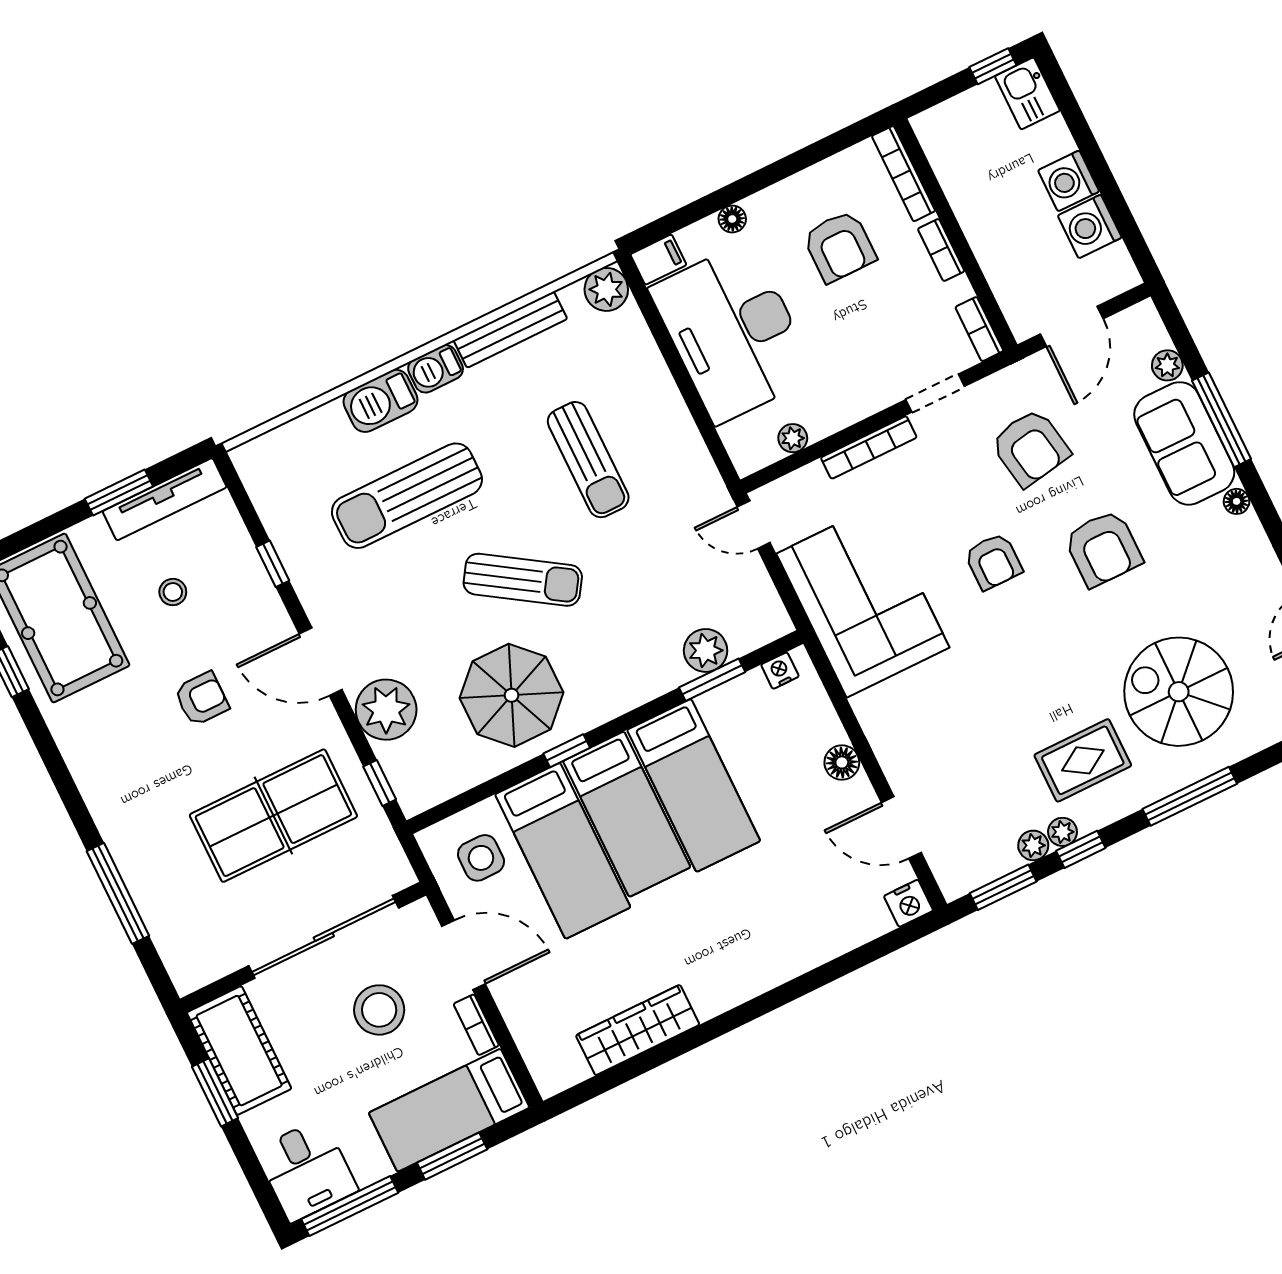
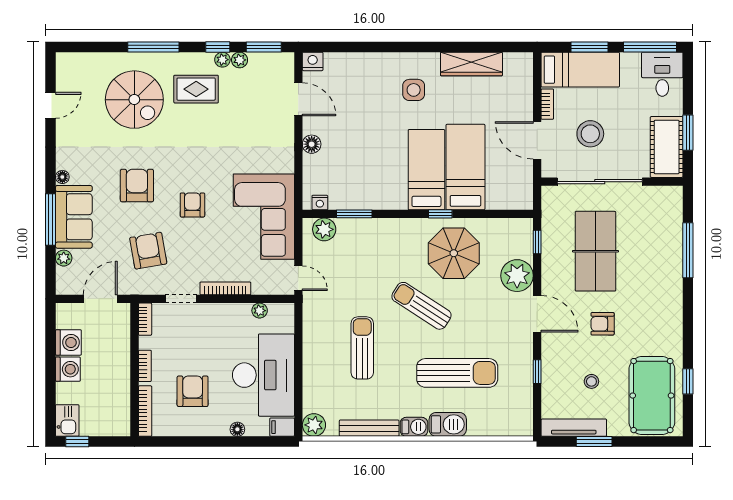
plant: (706, 650) -> (324, 229), moved
bed: (694, 785) -> (388, 168), removed
table tennis table: (273, 816) -> (595, 251), turned 90
side table: (481, 858) -> (414, 90), moved

